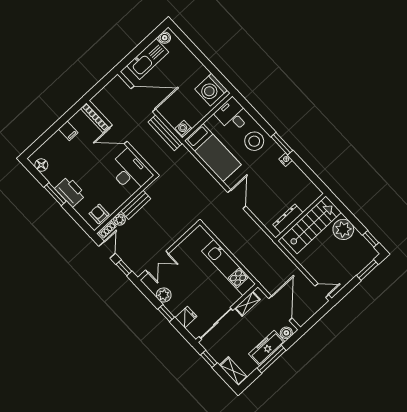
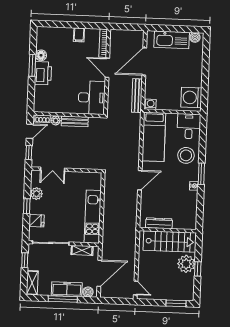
door: (143, 99) -> (144, 62), swing flipped
floor lamp: (41, 165) -> (41, 55), moved
armchair: (99, 214) -> (47, 104), removed
window: (371, 239) -> (198, 269), moved

